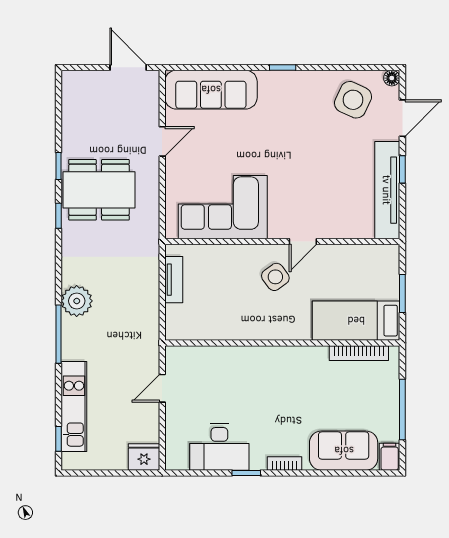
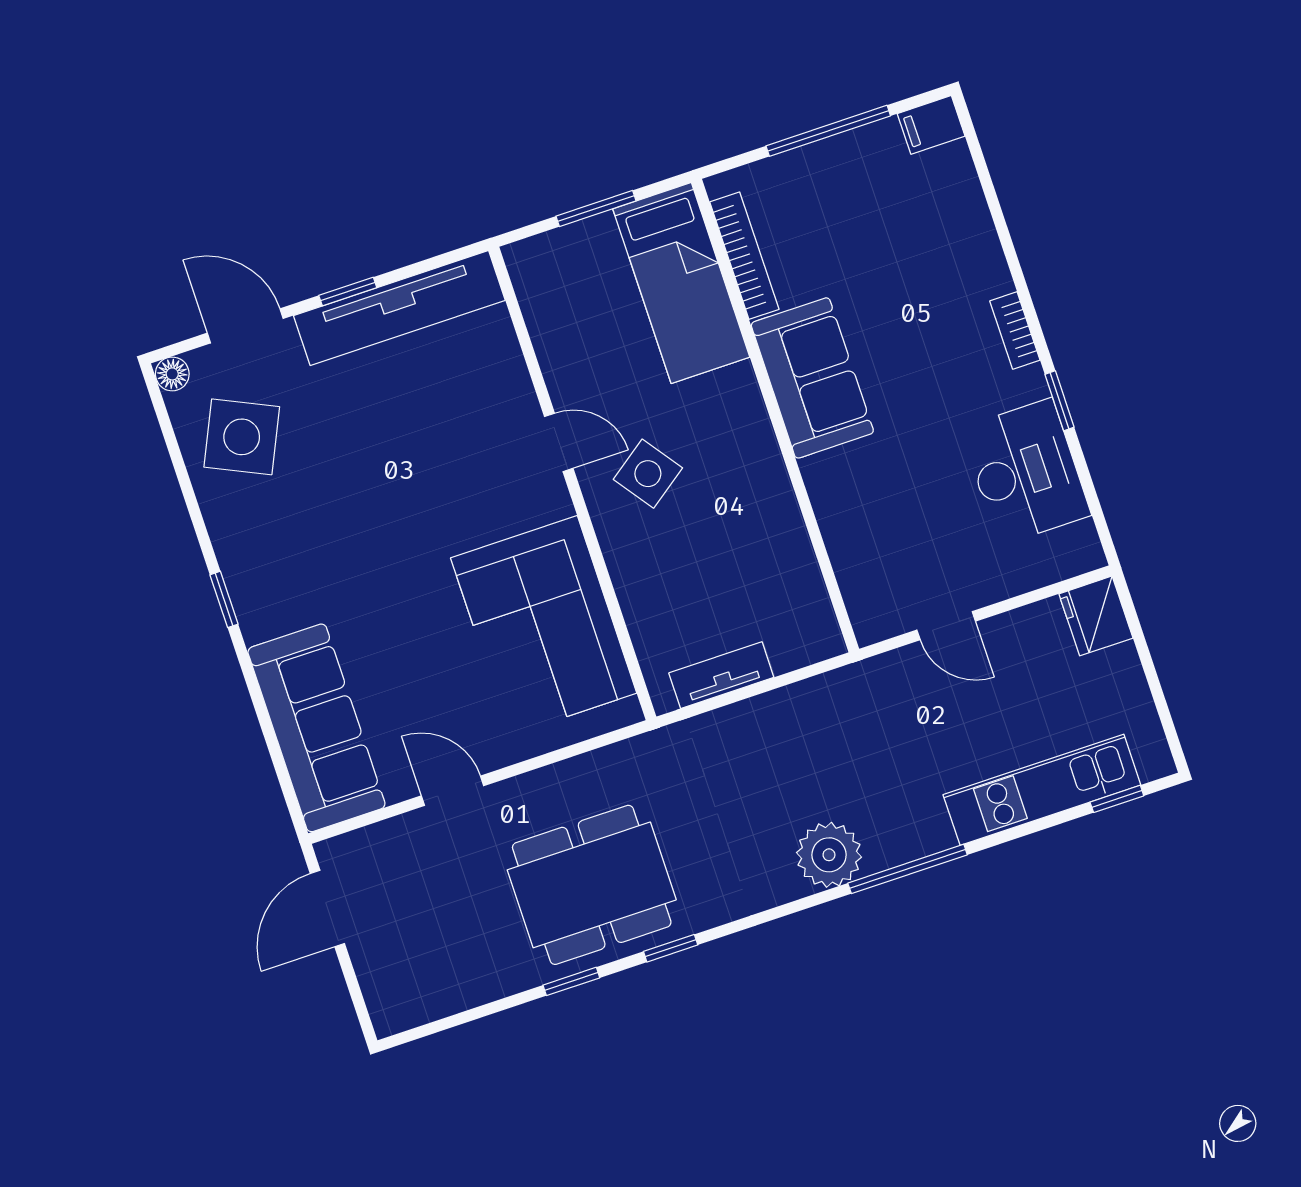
dining table: (99, 190) -> (592, 885), turned 90
sofa: (344, 451) -> (812, 378), moved, turned 180

